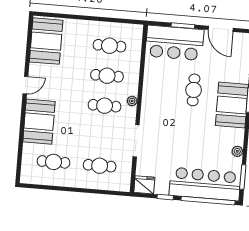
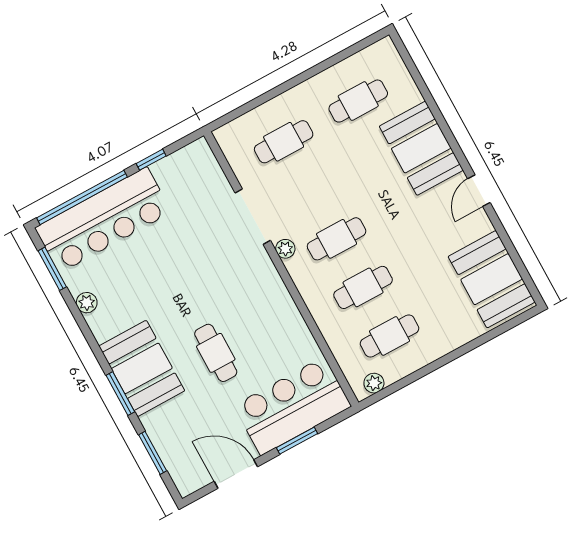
plant: (131, 29) -> (374, 383), added
plant: (132, 101) -> (285, 249), moved
fridge: (144, 185) -> (196, 158), removed

